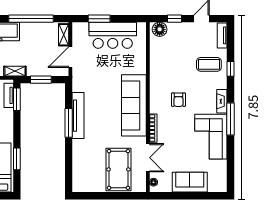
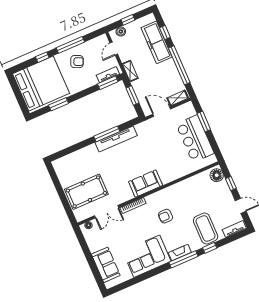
coffee table: (209, 64) -> (206, 229), width x1.36, depth x1.32
sofa: (134, 105) -> (146, 183), width x0.54, depth x0.79
window: (231, 119) -> (184, 259), moved
sofa: (190, 182) -> (106, 265), moved

